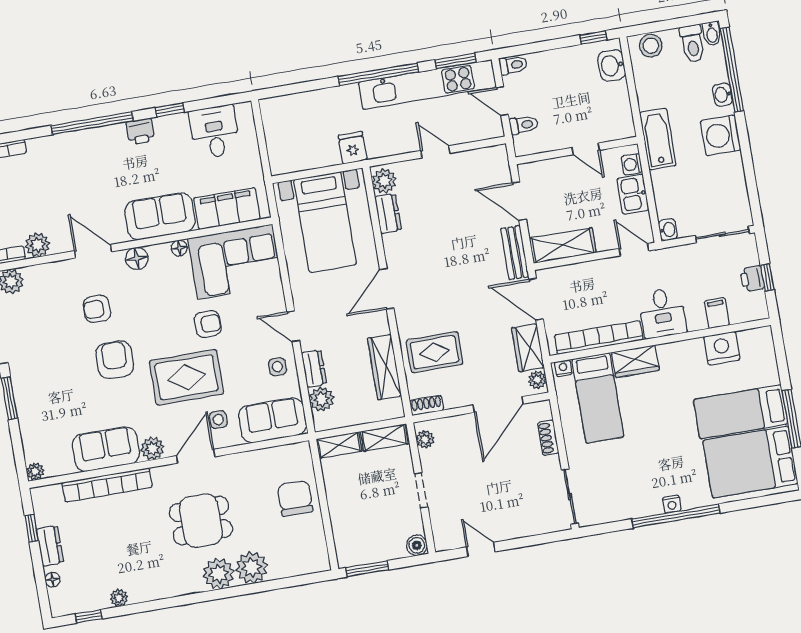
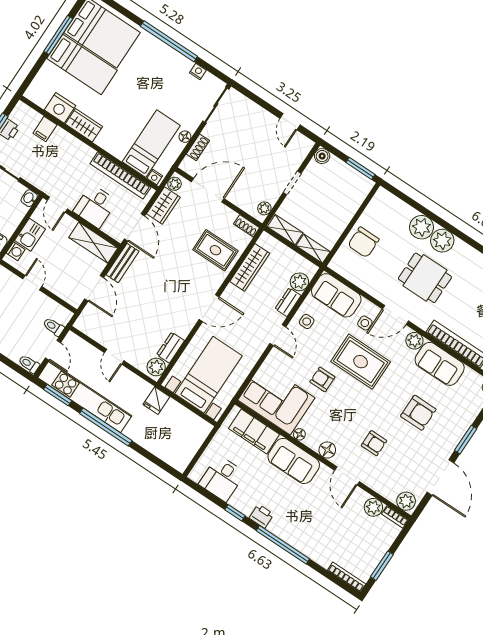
desk: (662, 313) -> (95, 206), moved, turned 180
armchair: (115, 360) -> (418, 413), moved, turned -90
wardrobe: (635, 361) -> (84, 125), moved
floor lamp: (571, 436) -> (185, 137), added
nightstand: (672, 504) -> (198, 72), moved

